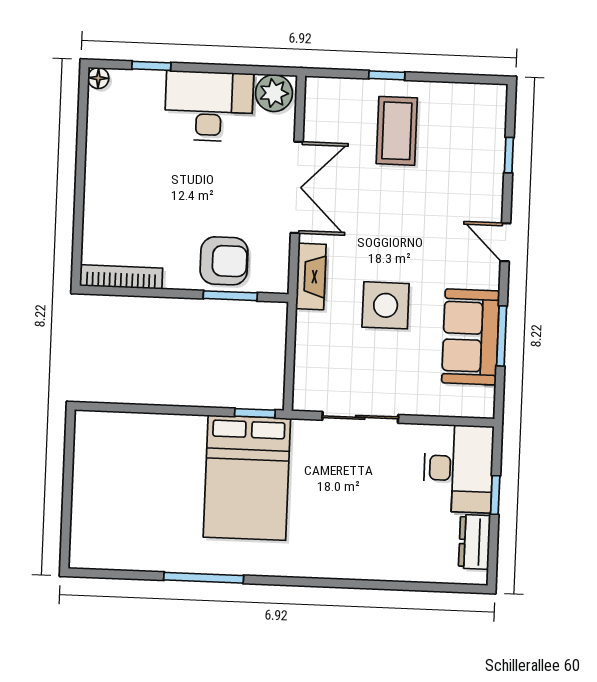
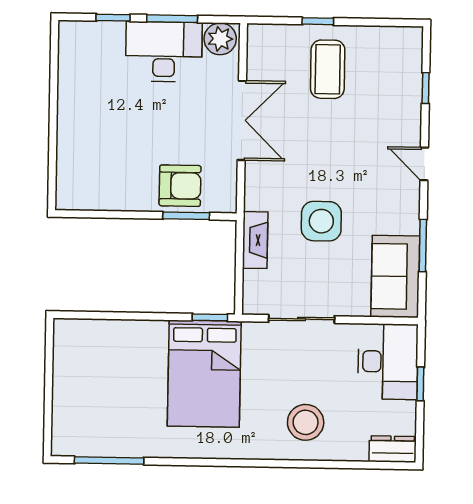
window: (219, 69) -> (172, 19), added
floor lamp: (98, 78) -> (67, 29), removed
bookcase: (121, 277) -> (91, 202), removed
fireplace: (311, 277) -> (255, 240), moved
sofa: (471, 337) -> (395, 276), moved
stool: (362, 536) -> (306, 422), added
dresser: (474, 542) -> (393, 449), moved, turned 90
window: (204, 578) -> (109, 461), moved

